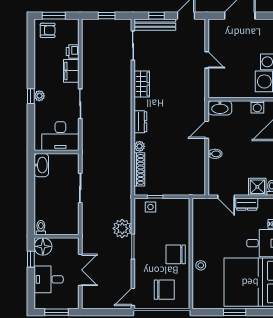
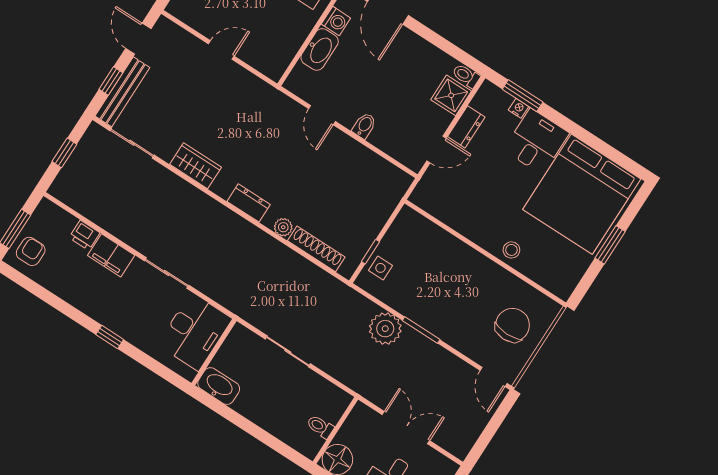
plant: (39, 96) -> (117, 324), removed
washbasin: (220, 108) -> (320, 49), moved
toilet: (41, 228) -> (320, 427), moved
chair: (176, 254) -> (472, 276), removed

